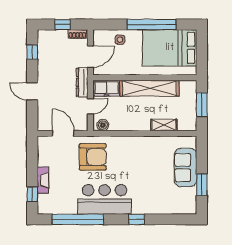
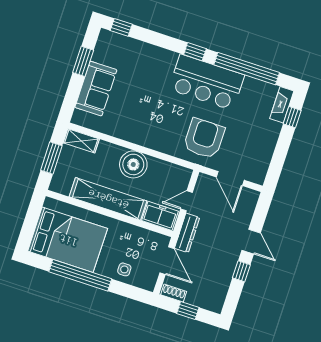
window: (32, 52) -> (241, 271), moved
door: (90, 57) -> (167, 261), swing flipped
boiler: (103, 125) -> (133, 164), moved, width x1.86, depth x1.86
shelving: (164, 125) -> (81, 141), moved
armchair: (93, 157) -> (204, 138), turned 90
fireplace: (43, 180) -> (282, 105), moved
window: (137, 219) -> (195, 52), moved
window: (182, 219) -> (121, 27), added

